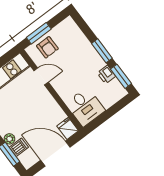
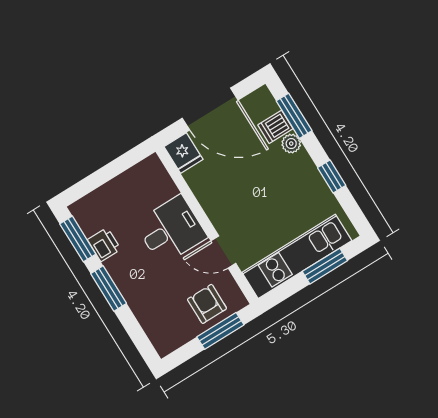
desk: (85, 107) -> (171, 230), moved, turned 90

